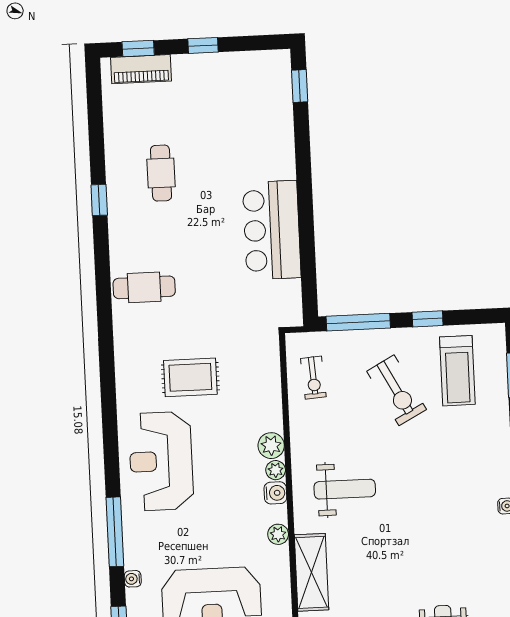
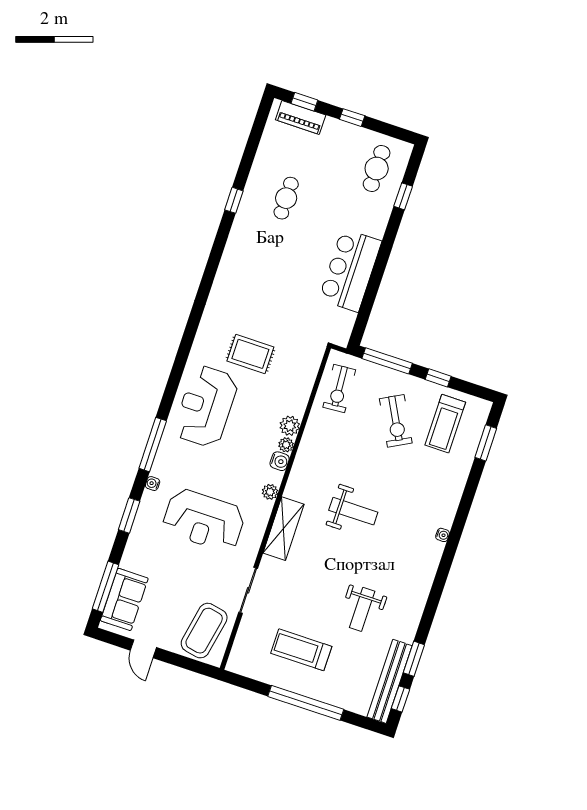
window: (300, 86) -> (403, 196), moved
cafe table: (144, 287) -> (377, 169), moved, turned 90
exercise bike: (313, 378) -> (339, 388), width x1.38, depth x1.39
weight bench: (345, 489) -> (353, 511), moved

